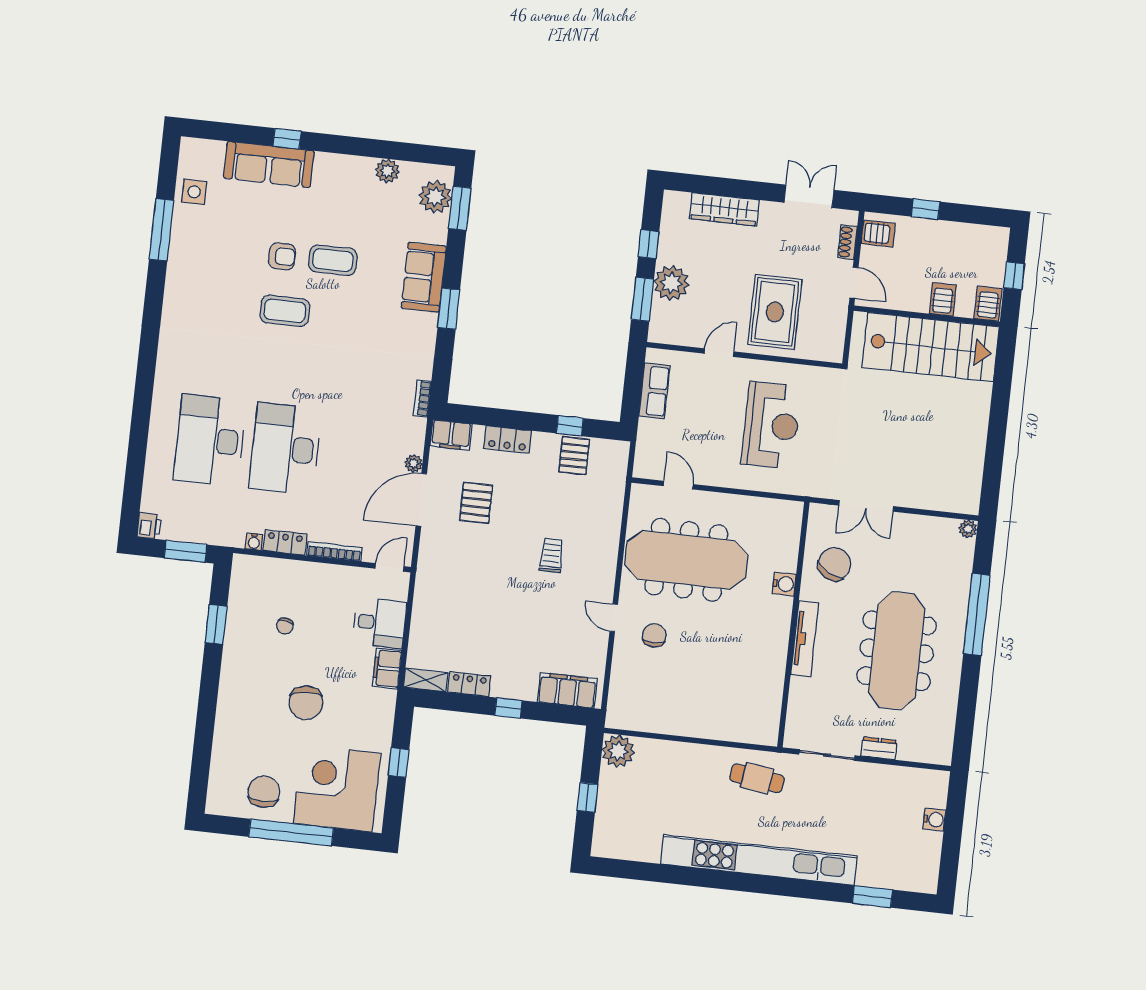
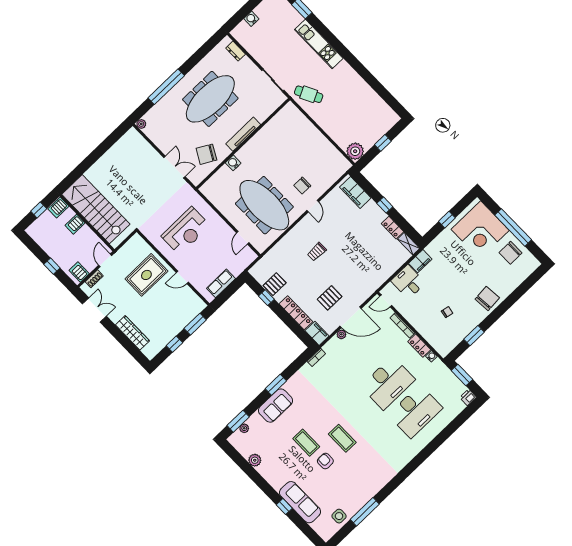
double door: (809, 196) -> (94, 310), swing flipped
plant: (435, 197) -> (244, 428), width x0.53, depth x0.53
plant: (671, 283) -> (178, 321), removed
reception desk: (771, 425) -> (186, 231), turned 180
locker: (508, 440) -> (296, 313), width x1.53
chair: (306, 703) -> (487, 298), moved
dresser: (879, 748) -> (236, 51), moved
cafe table: (757, 778) -> (309, 94), turned -35
kitchen unit: (759, 860) -> (319, 44), width x0.54

